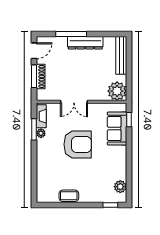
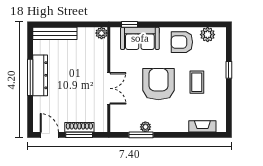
window: (71, 34) -> (30, 77), moved
plant: (117, 91) -> (102, 33), width x0.53, depth x0.53
fireplace: (41, 116) -> (202, 126), moved
armchair: (114, 165) -> (182, 42), added
coffee table: (69, 196) -> (197, 82), moved
window: (110, 205) -> (229, 70), moved

